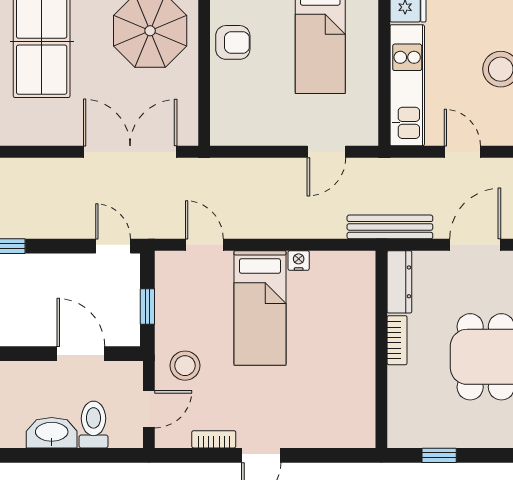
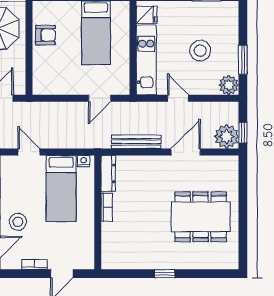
dresser: (399, 282) -> (108, 173), moved
bookcase: (397, 340) -> (107, 207), moved
wall: (381, 349) -> (98, 212), moved

